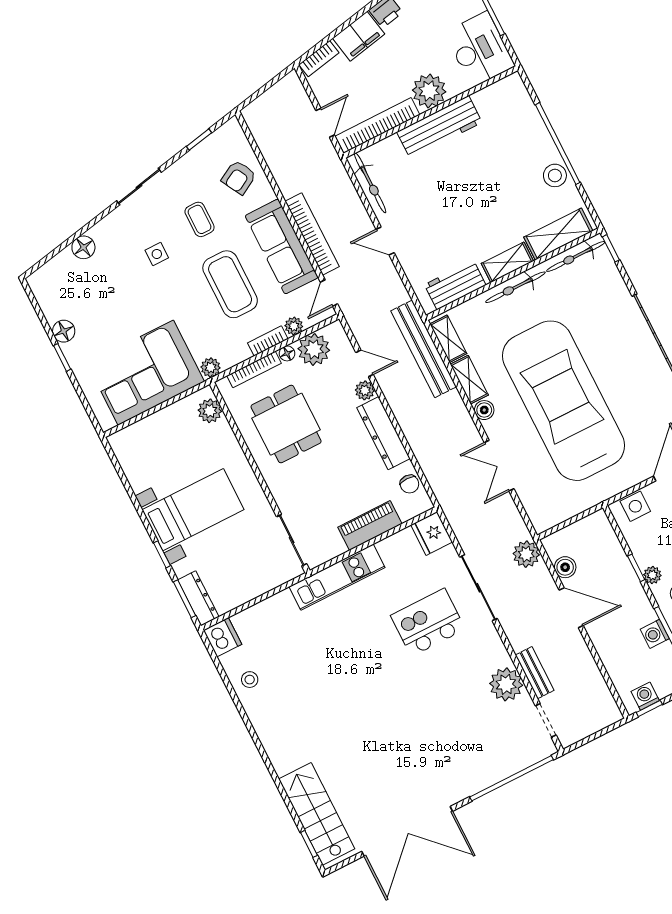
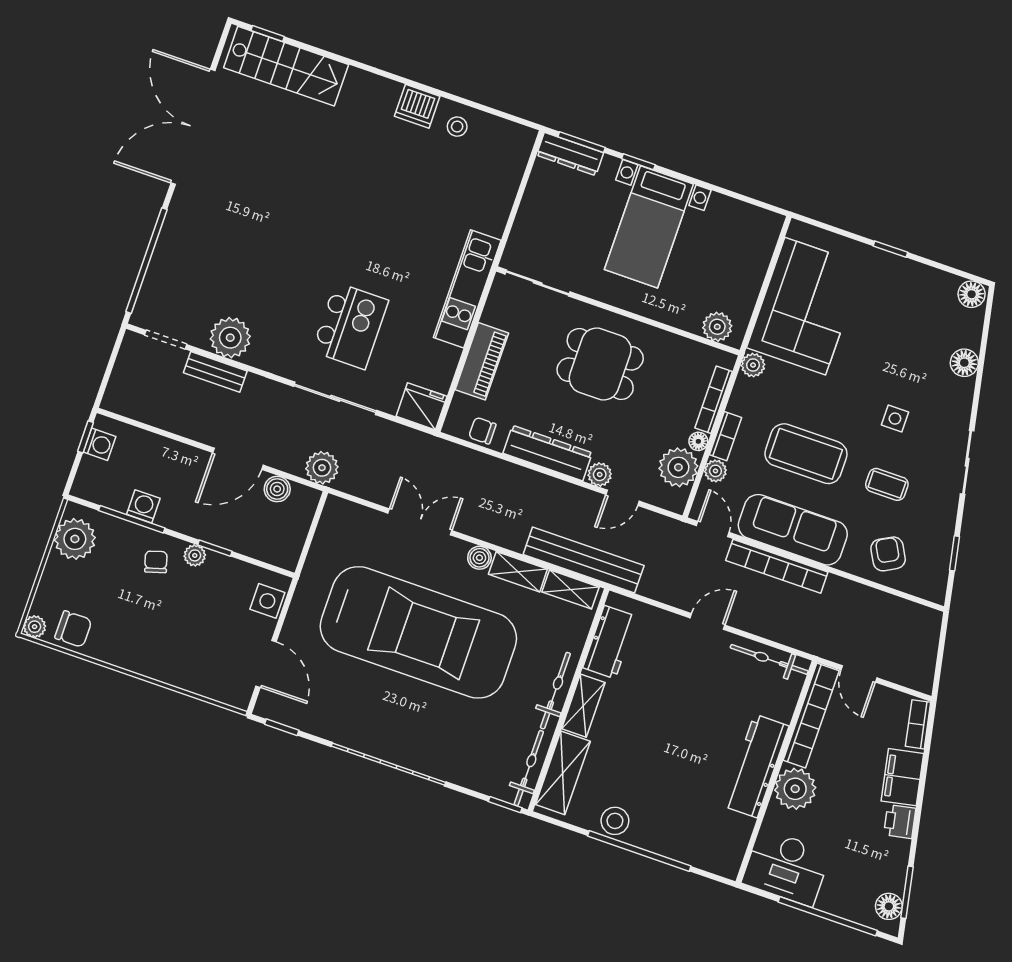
floor lamp: (64, 331) -> (972, 294), moved
dining table: (286, 424) -> (600, 364), moved
dishwasher: (222, 637) -> (417, 106), moved

